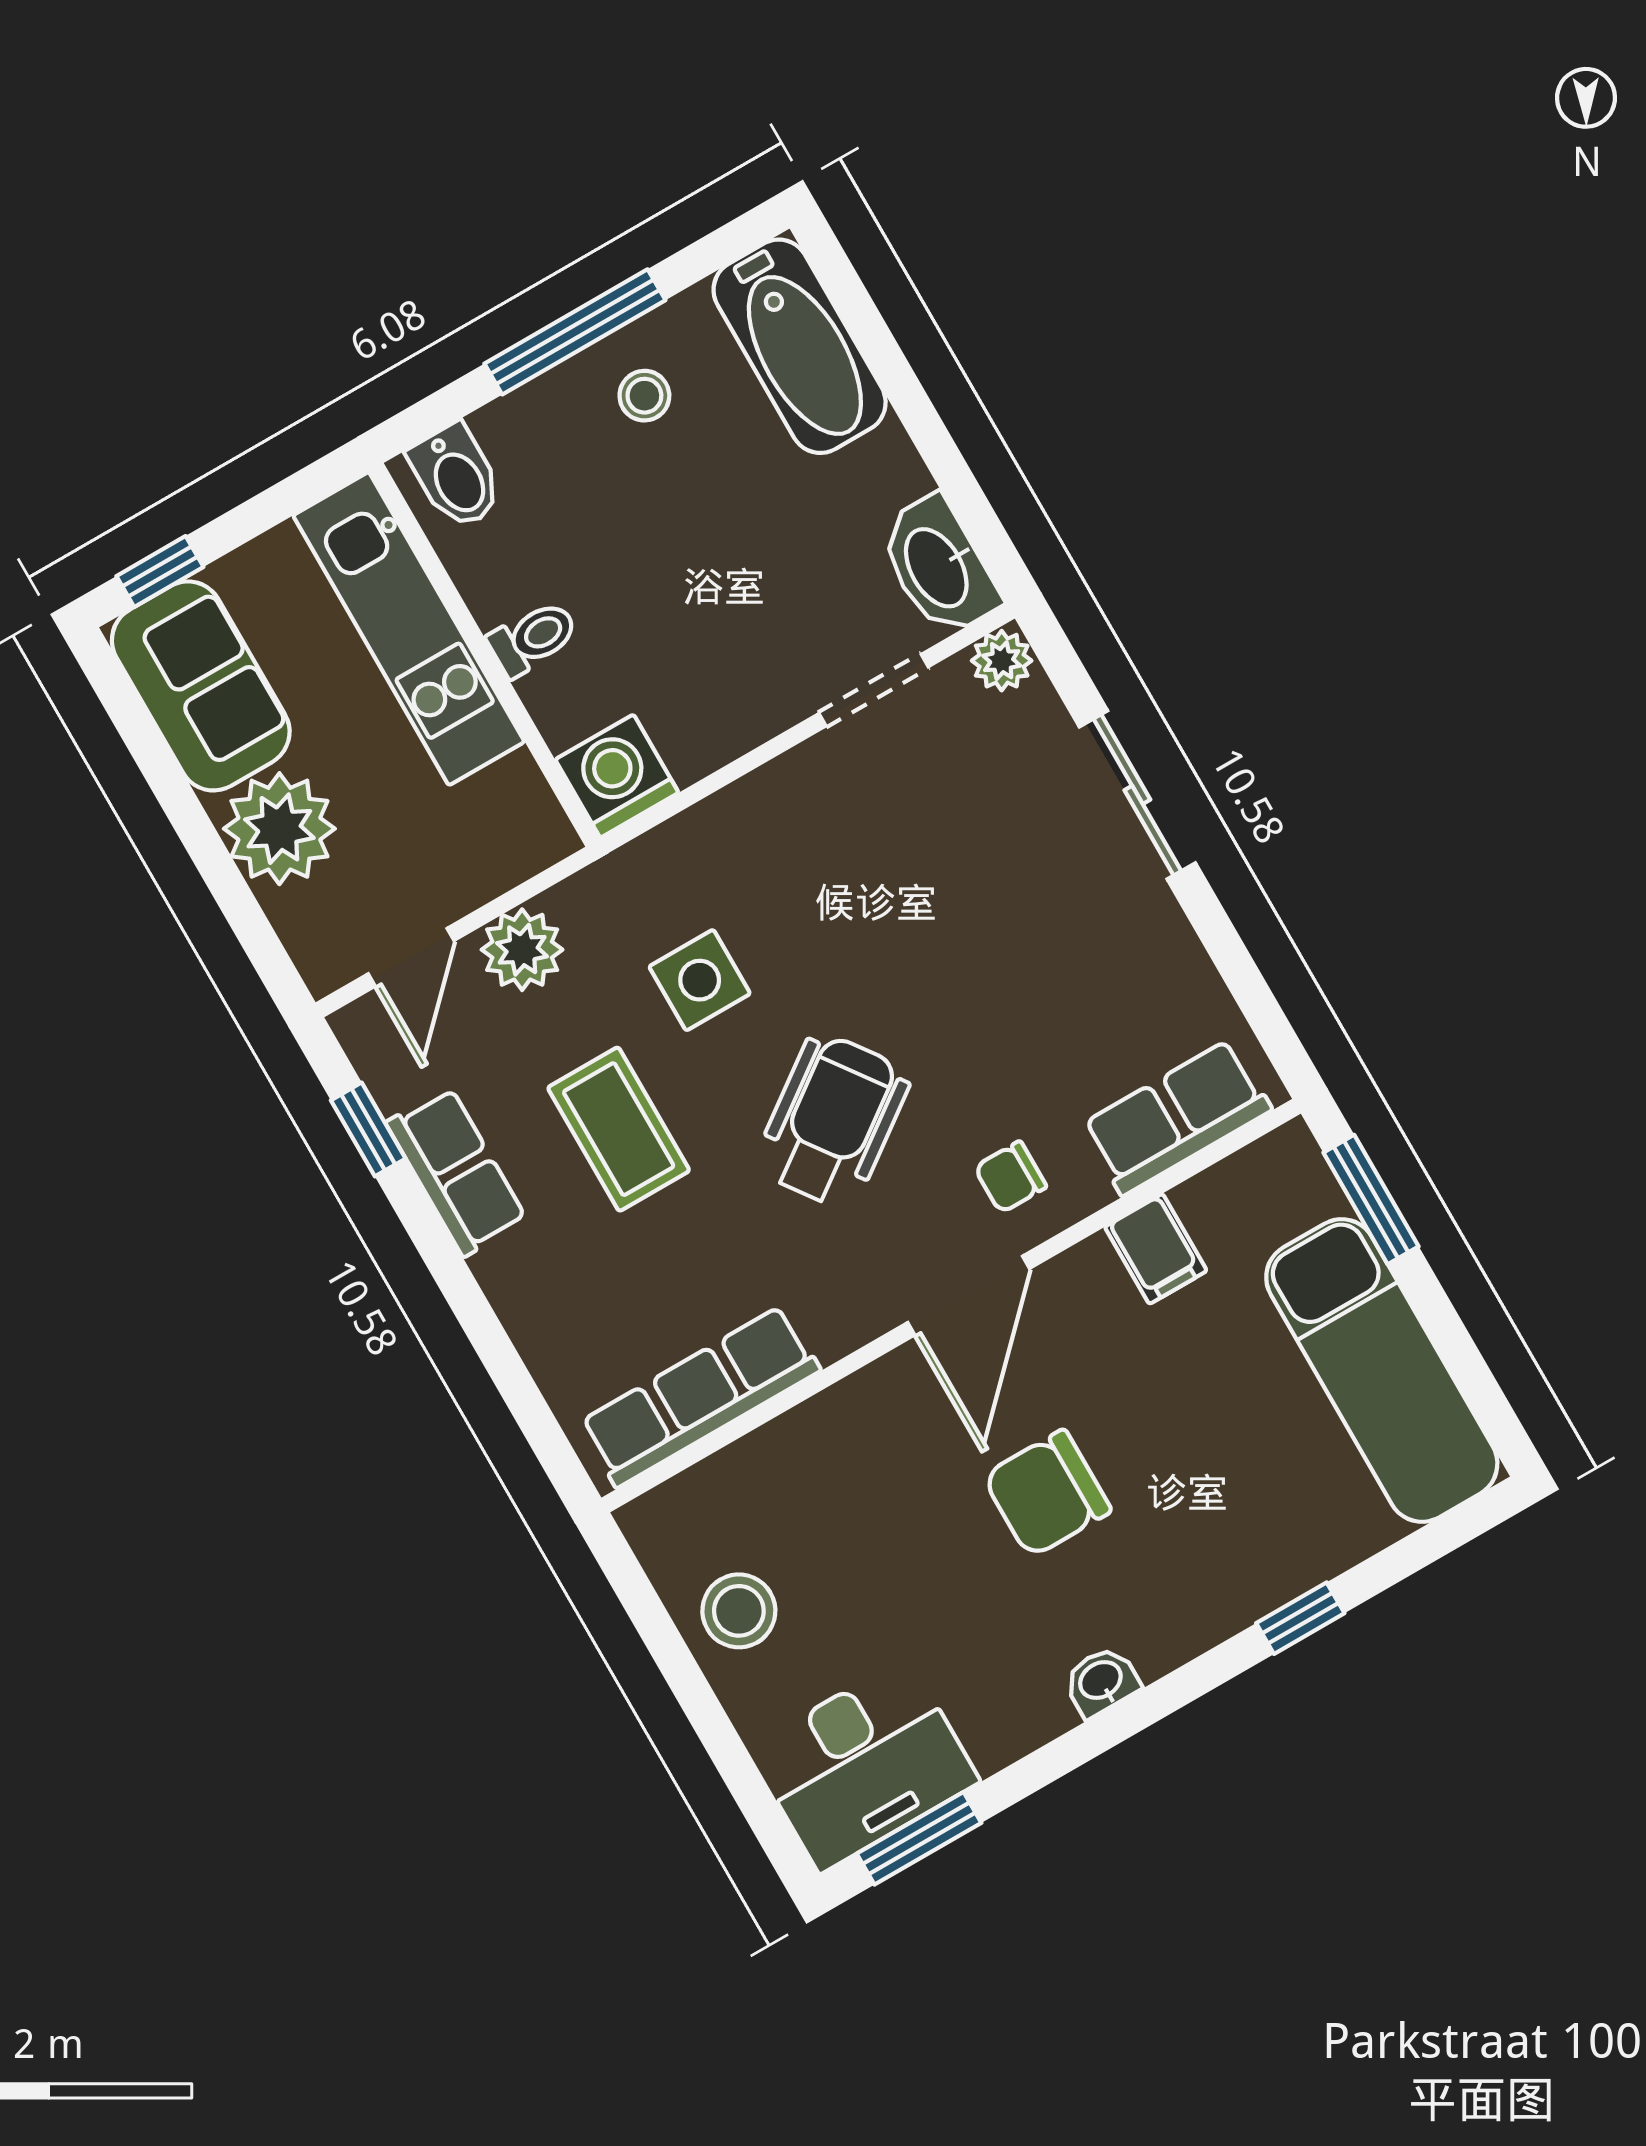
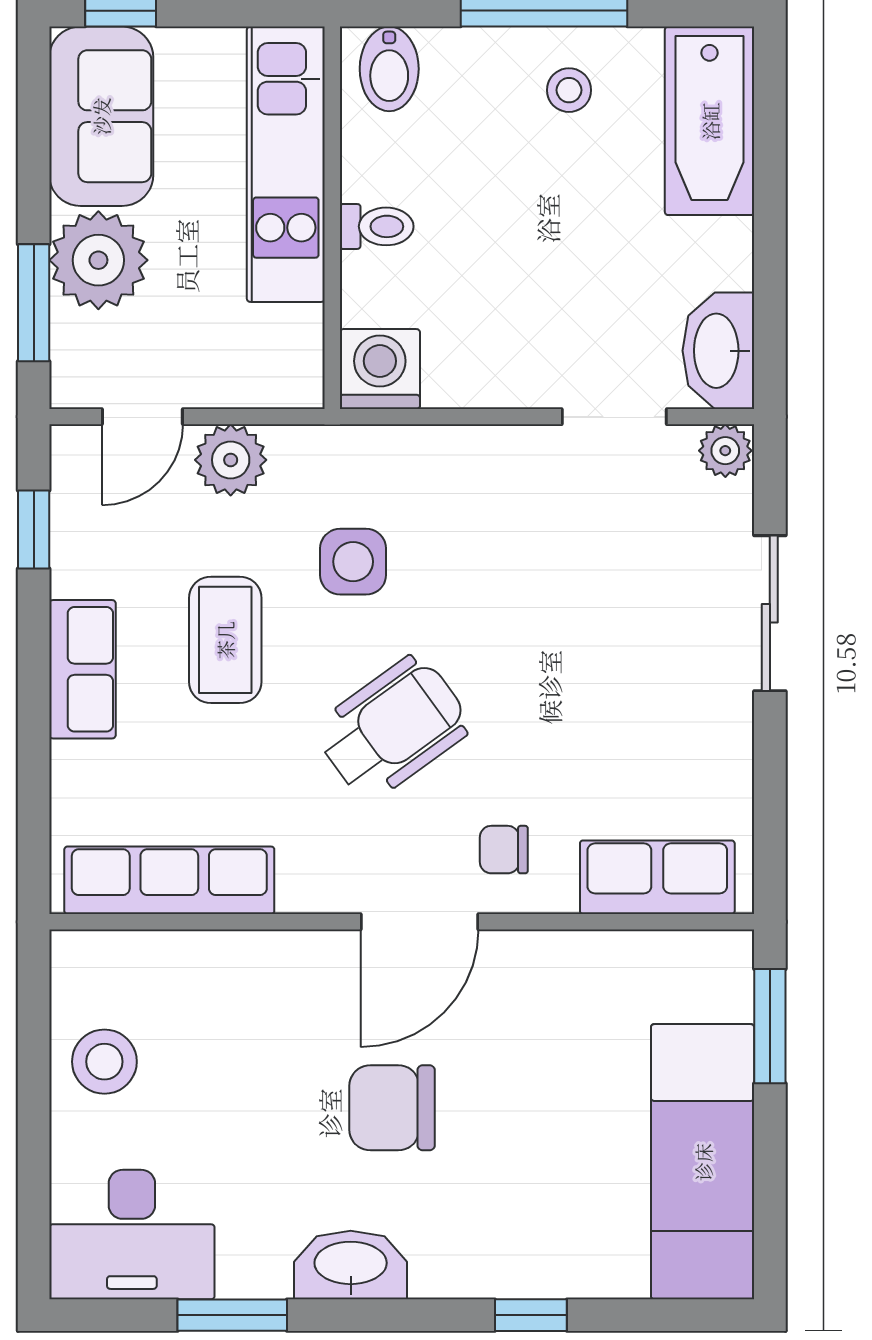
window: (240, 907) -> (34, 303), added
row of seats: (456, 1171) -> (82, 669), moved
filing cabinet: (1156, 1249) -> (583, 969), removed
washbasin: (1101, 1681) -> (351, 1265), width x1.91, depth x1.45
window: (919, 1838) -> (232, 1315), moved

